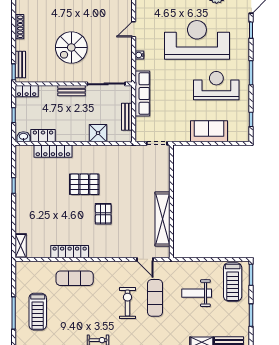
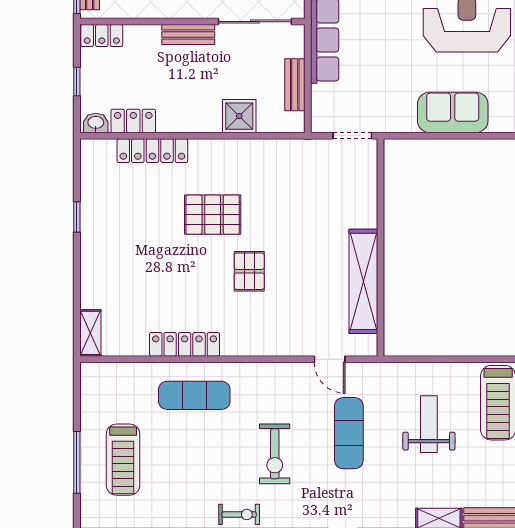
weight bench: (197, 293) -> (429, 424), turned 90
exercise bike: (128, 303) -> (275, 454), moved, turned 180

